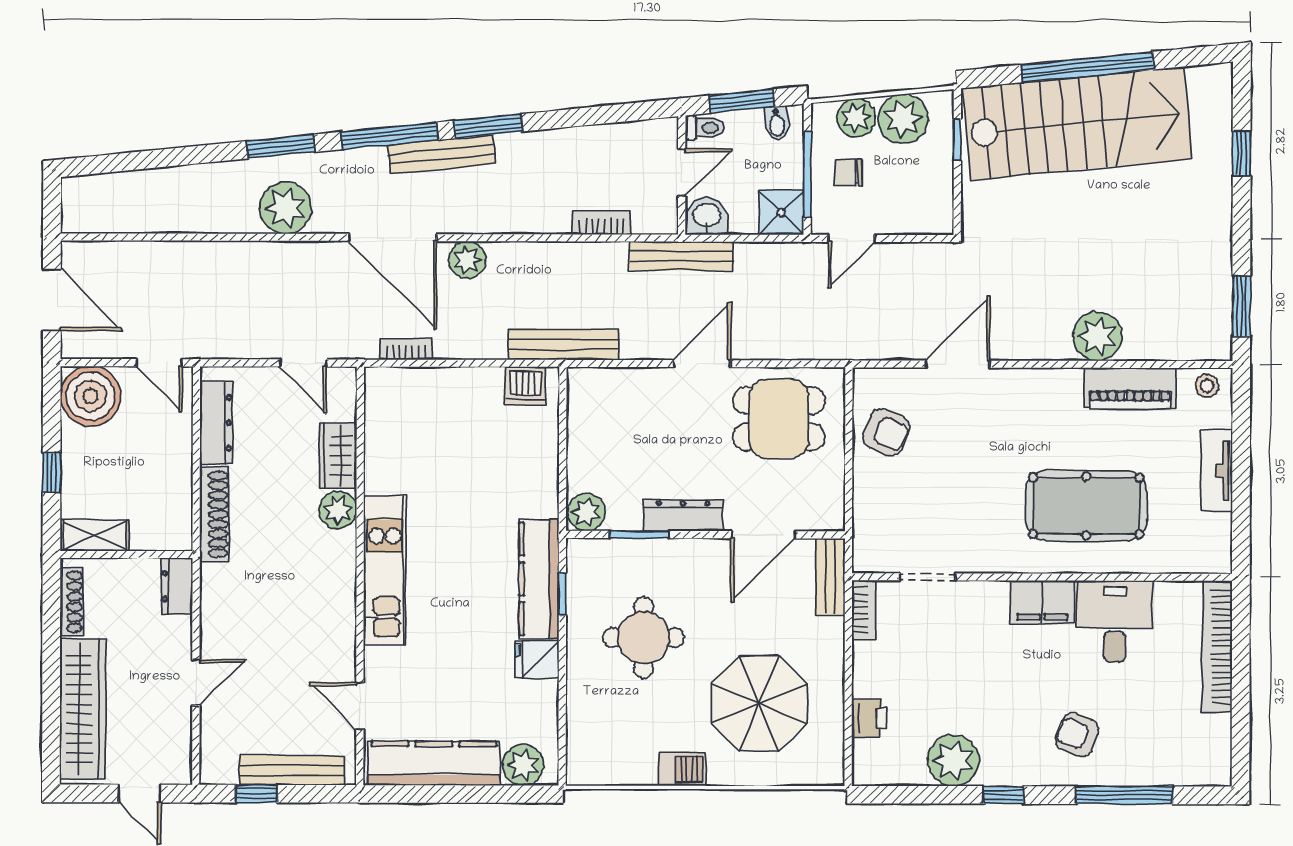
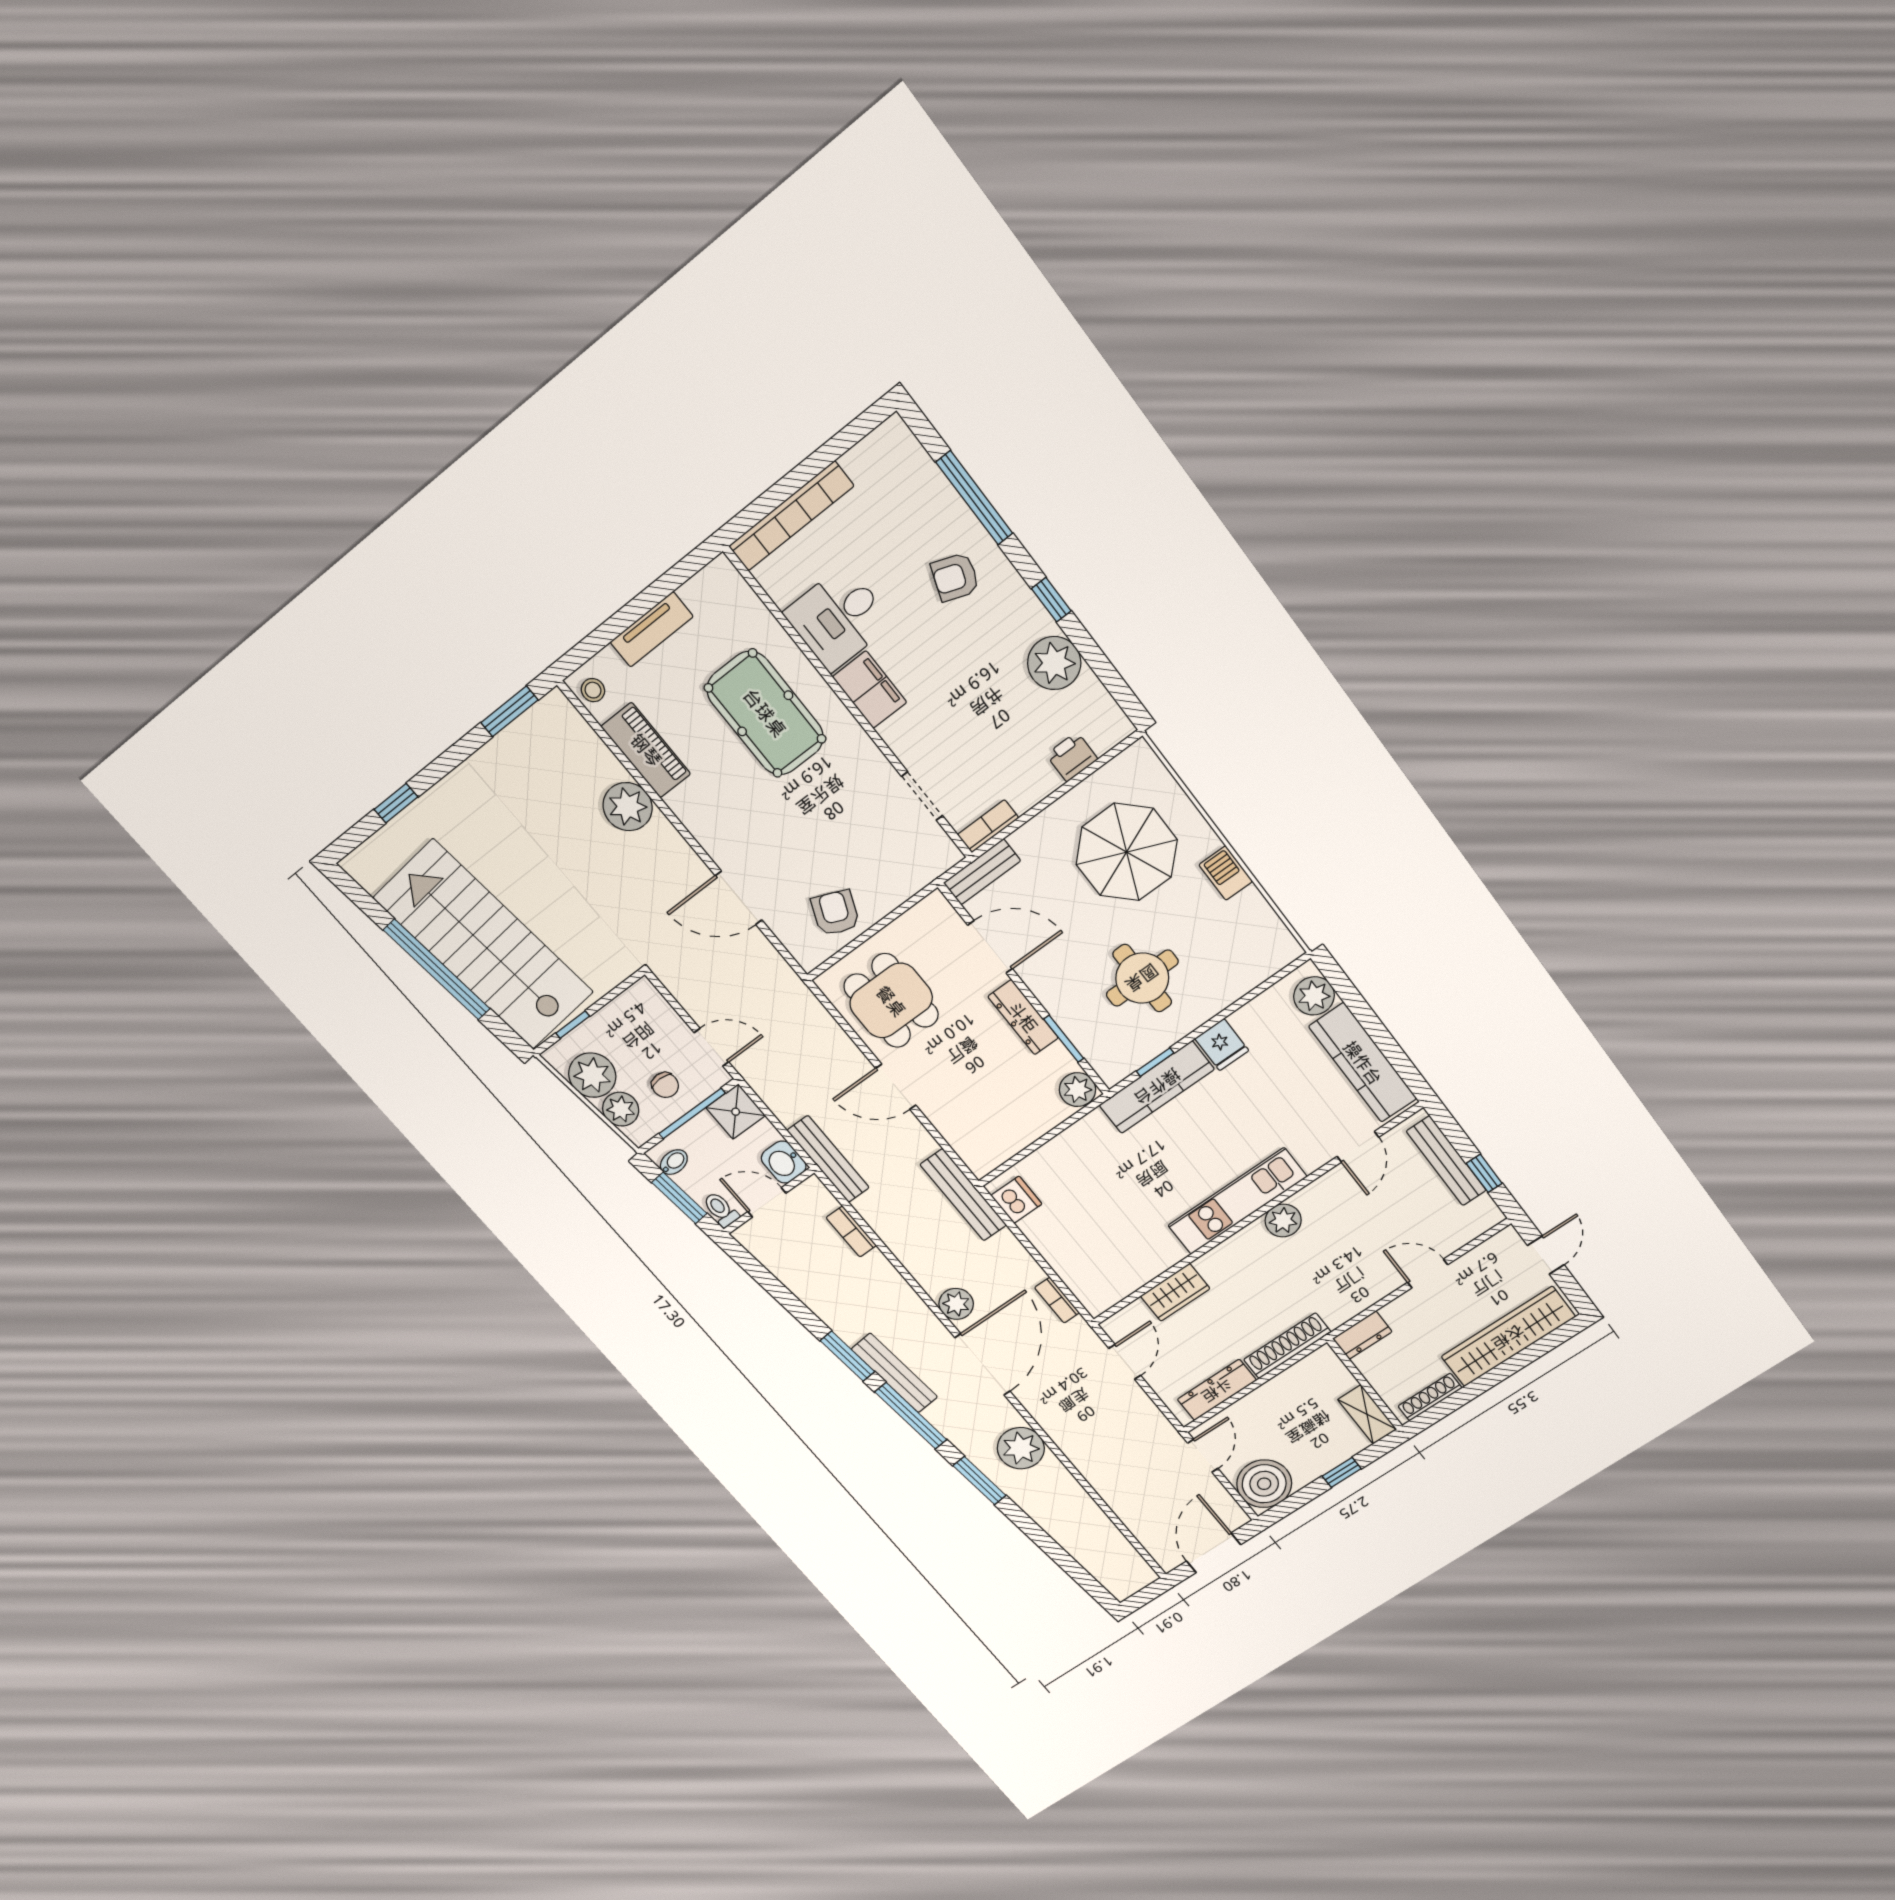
plant: (338, 510) -> (1283, 1220), moved
armchair: (1077, 735) -> (955, 577), turned 88

